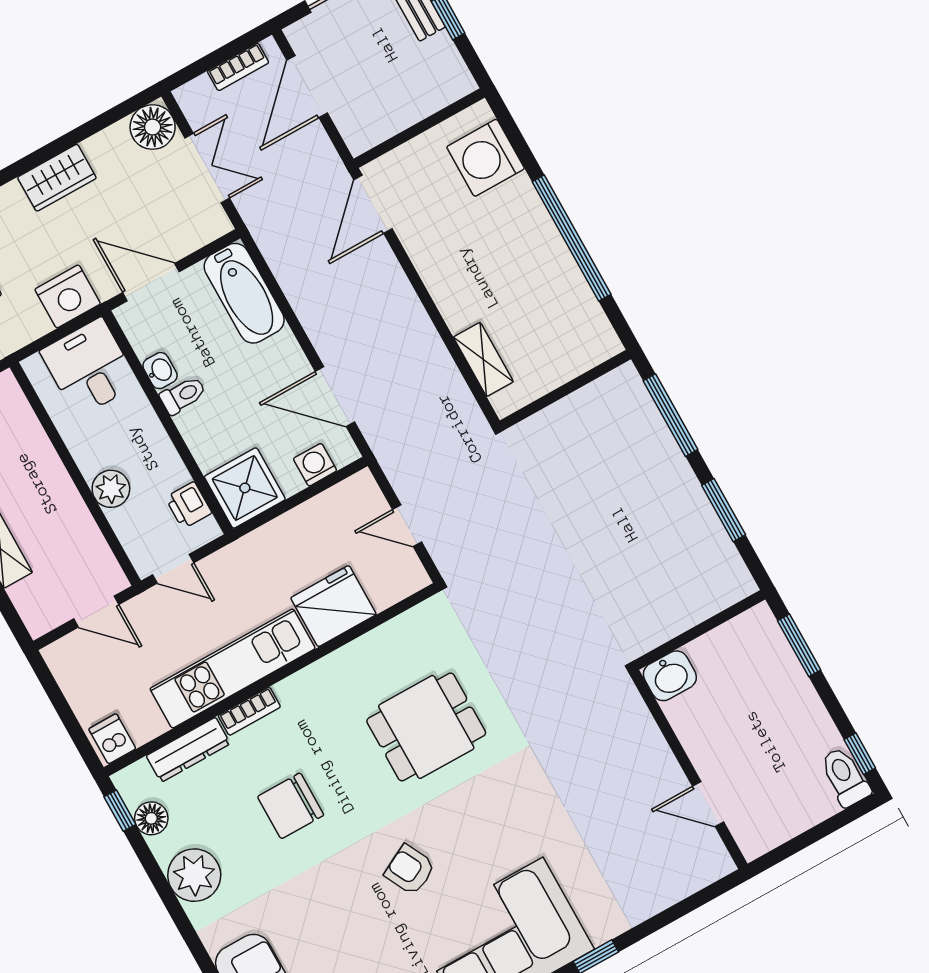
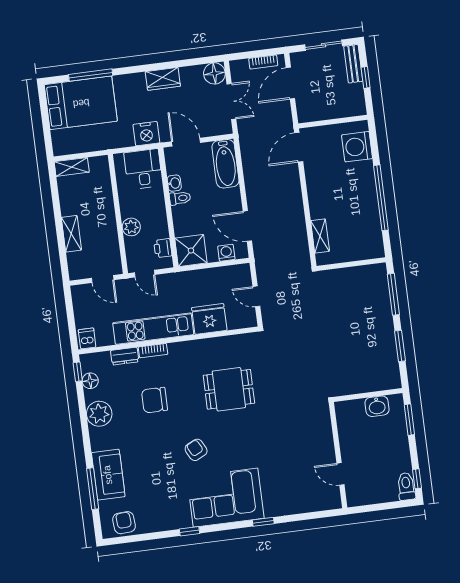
washbasin: (670, 676) -> (377, 406), moved
dresser: (188, 750) -> (125, 356), width x0.70

